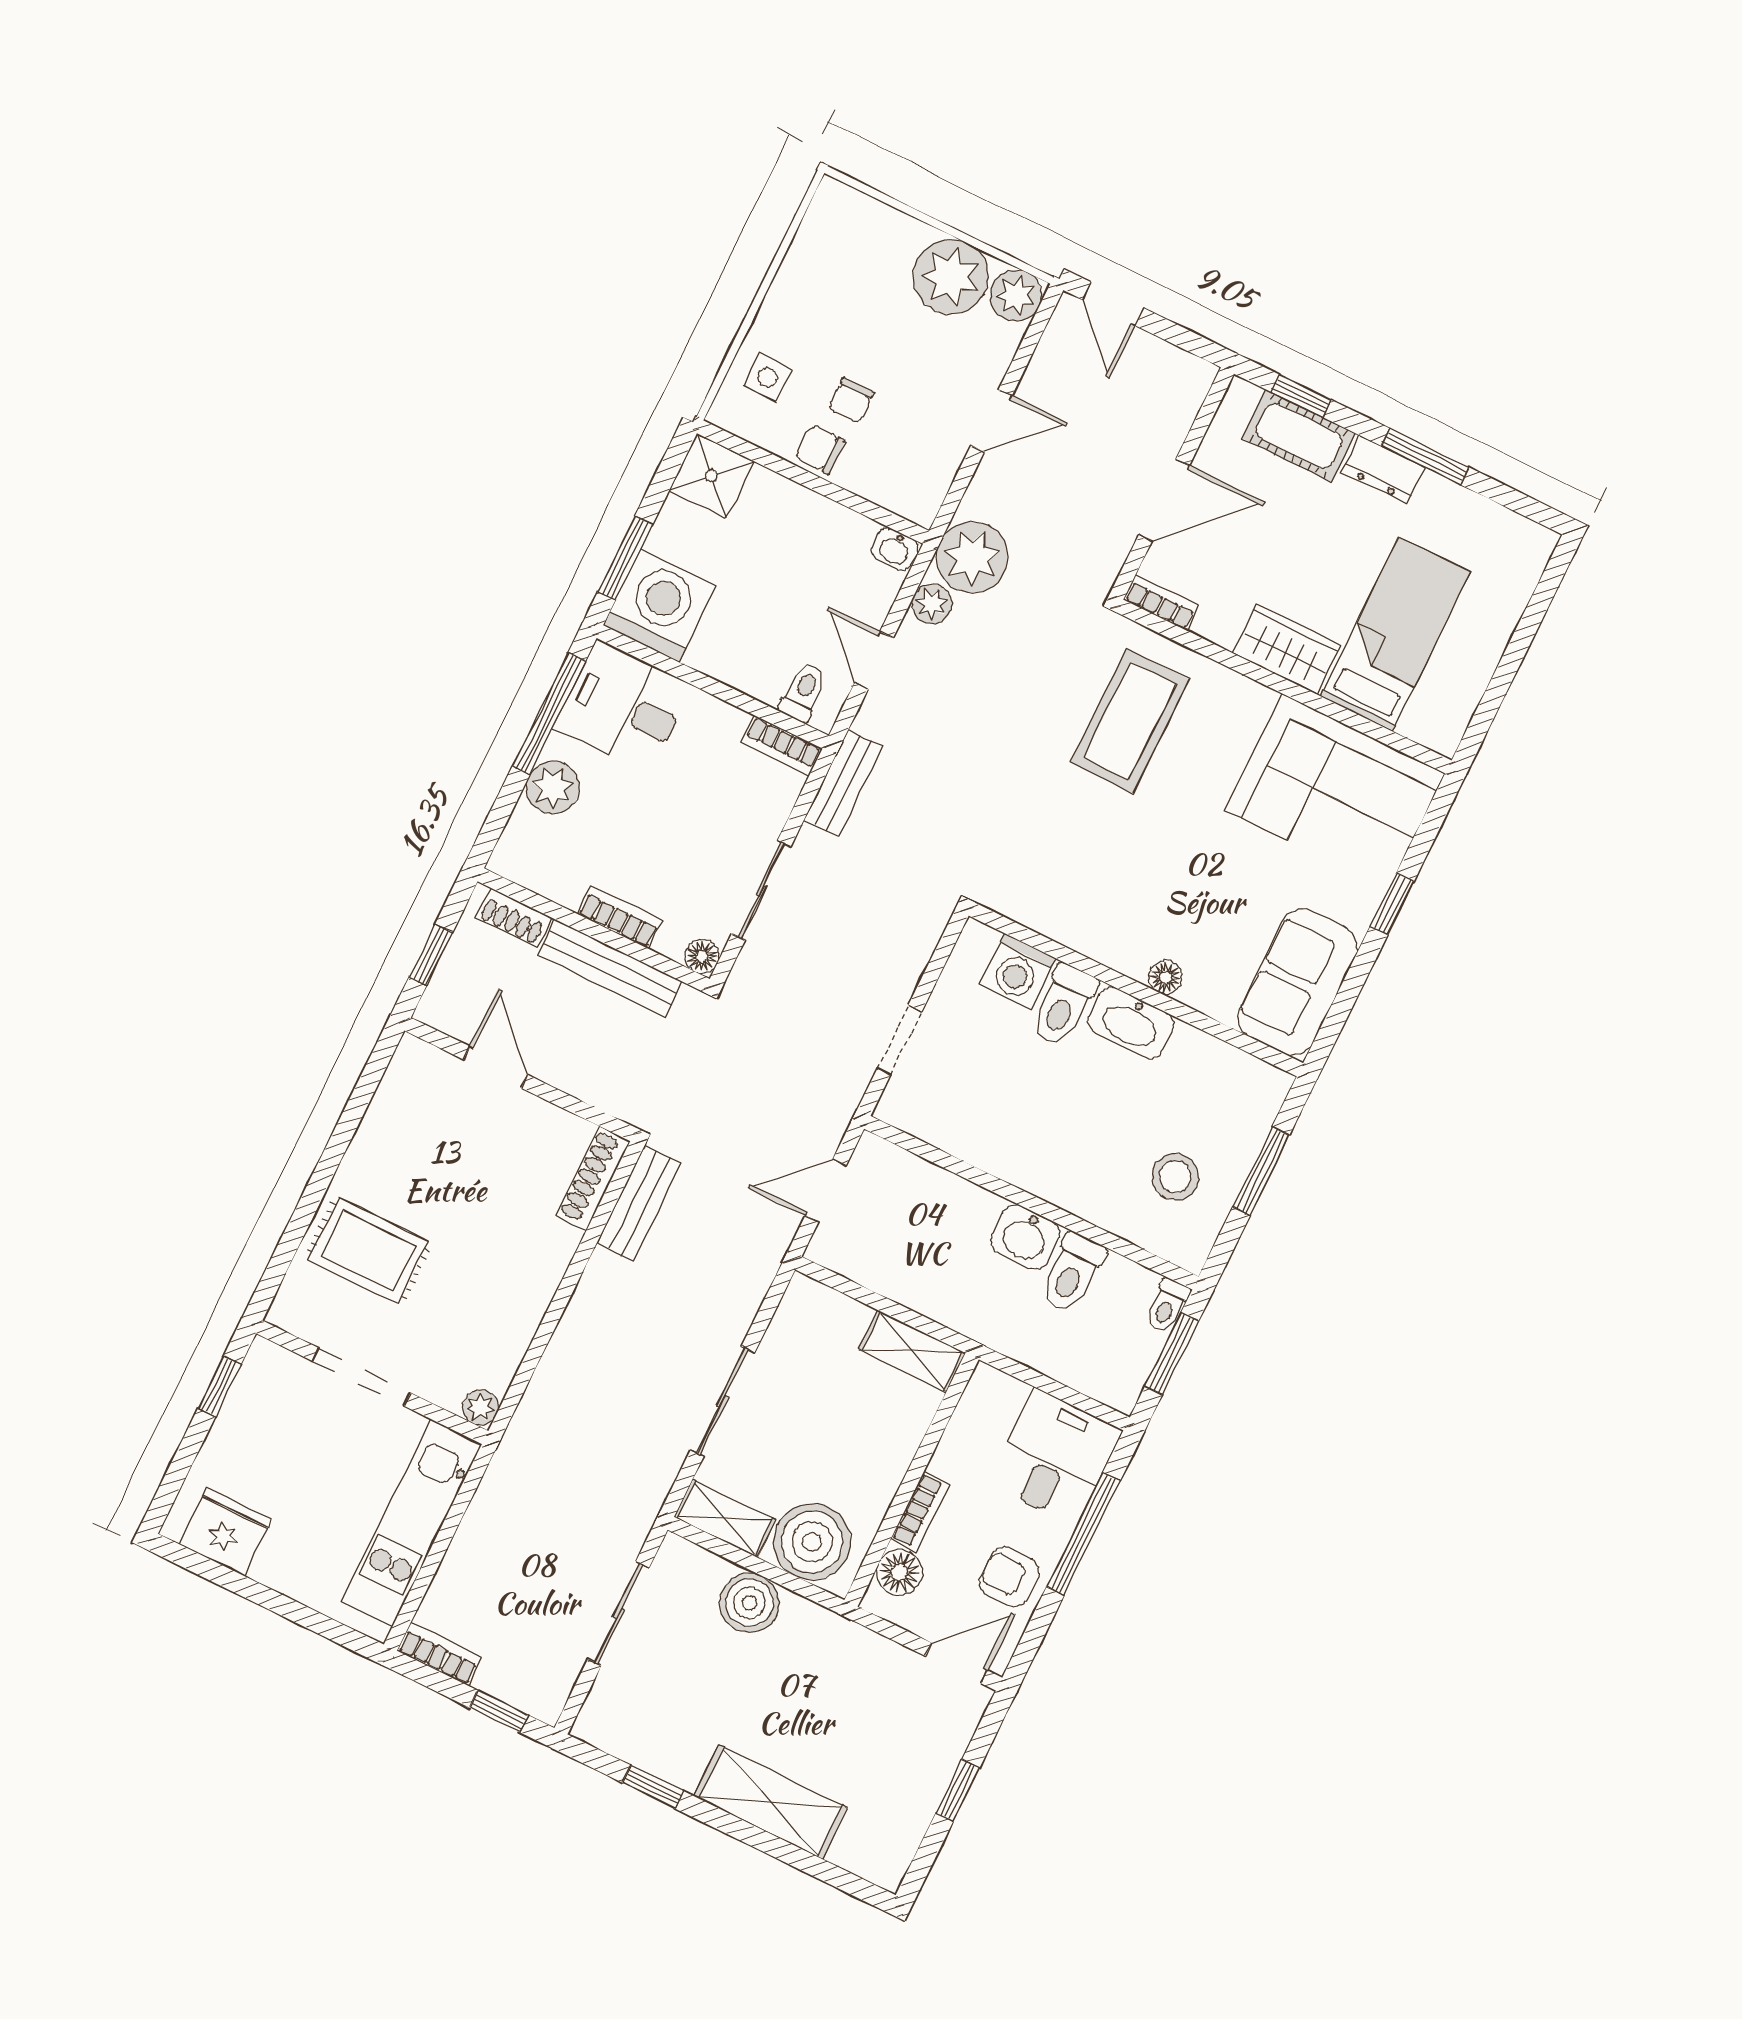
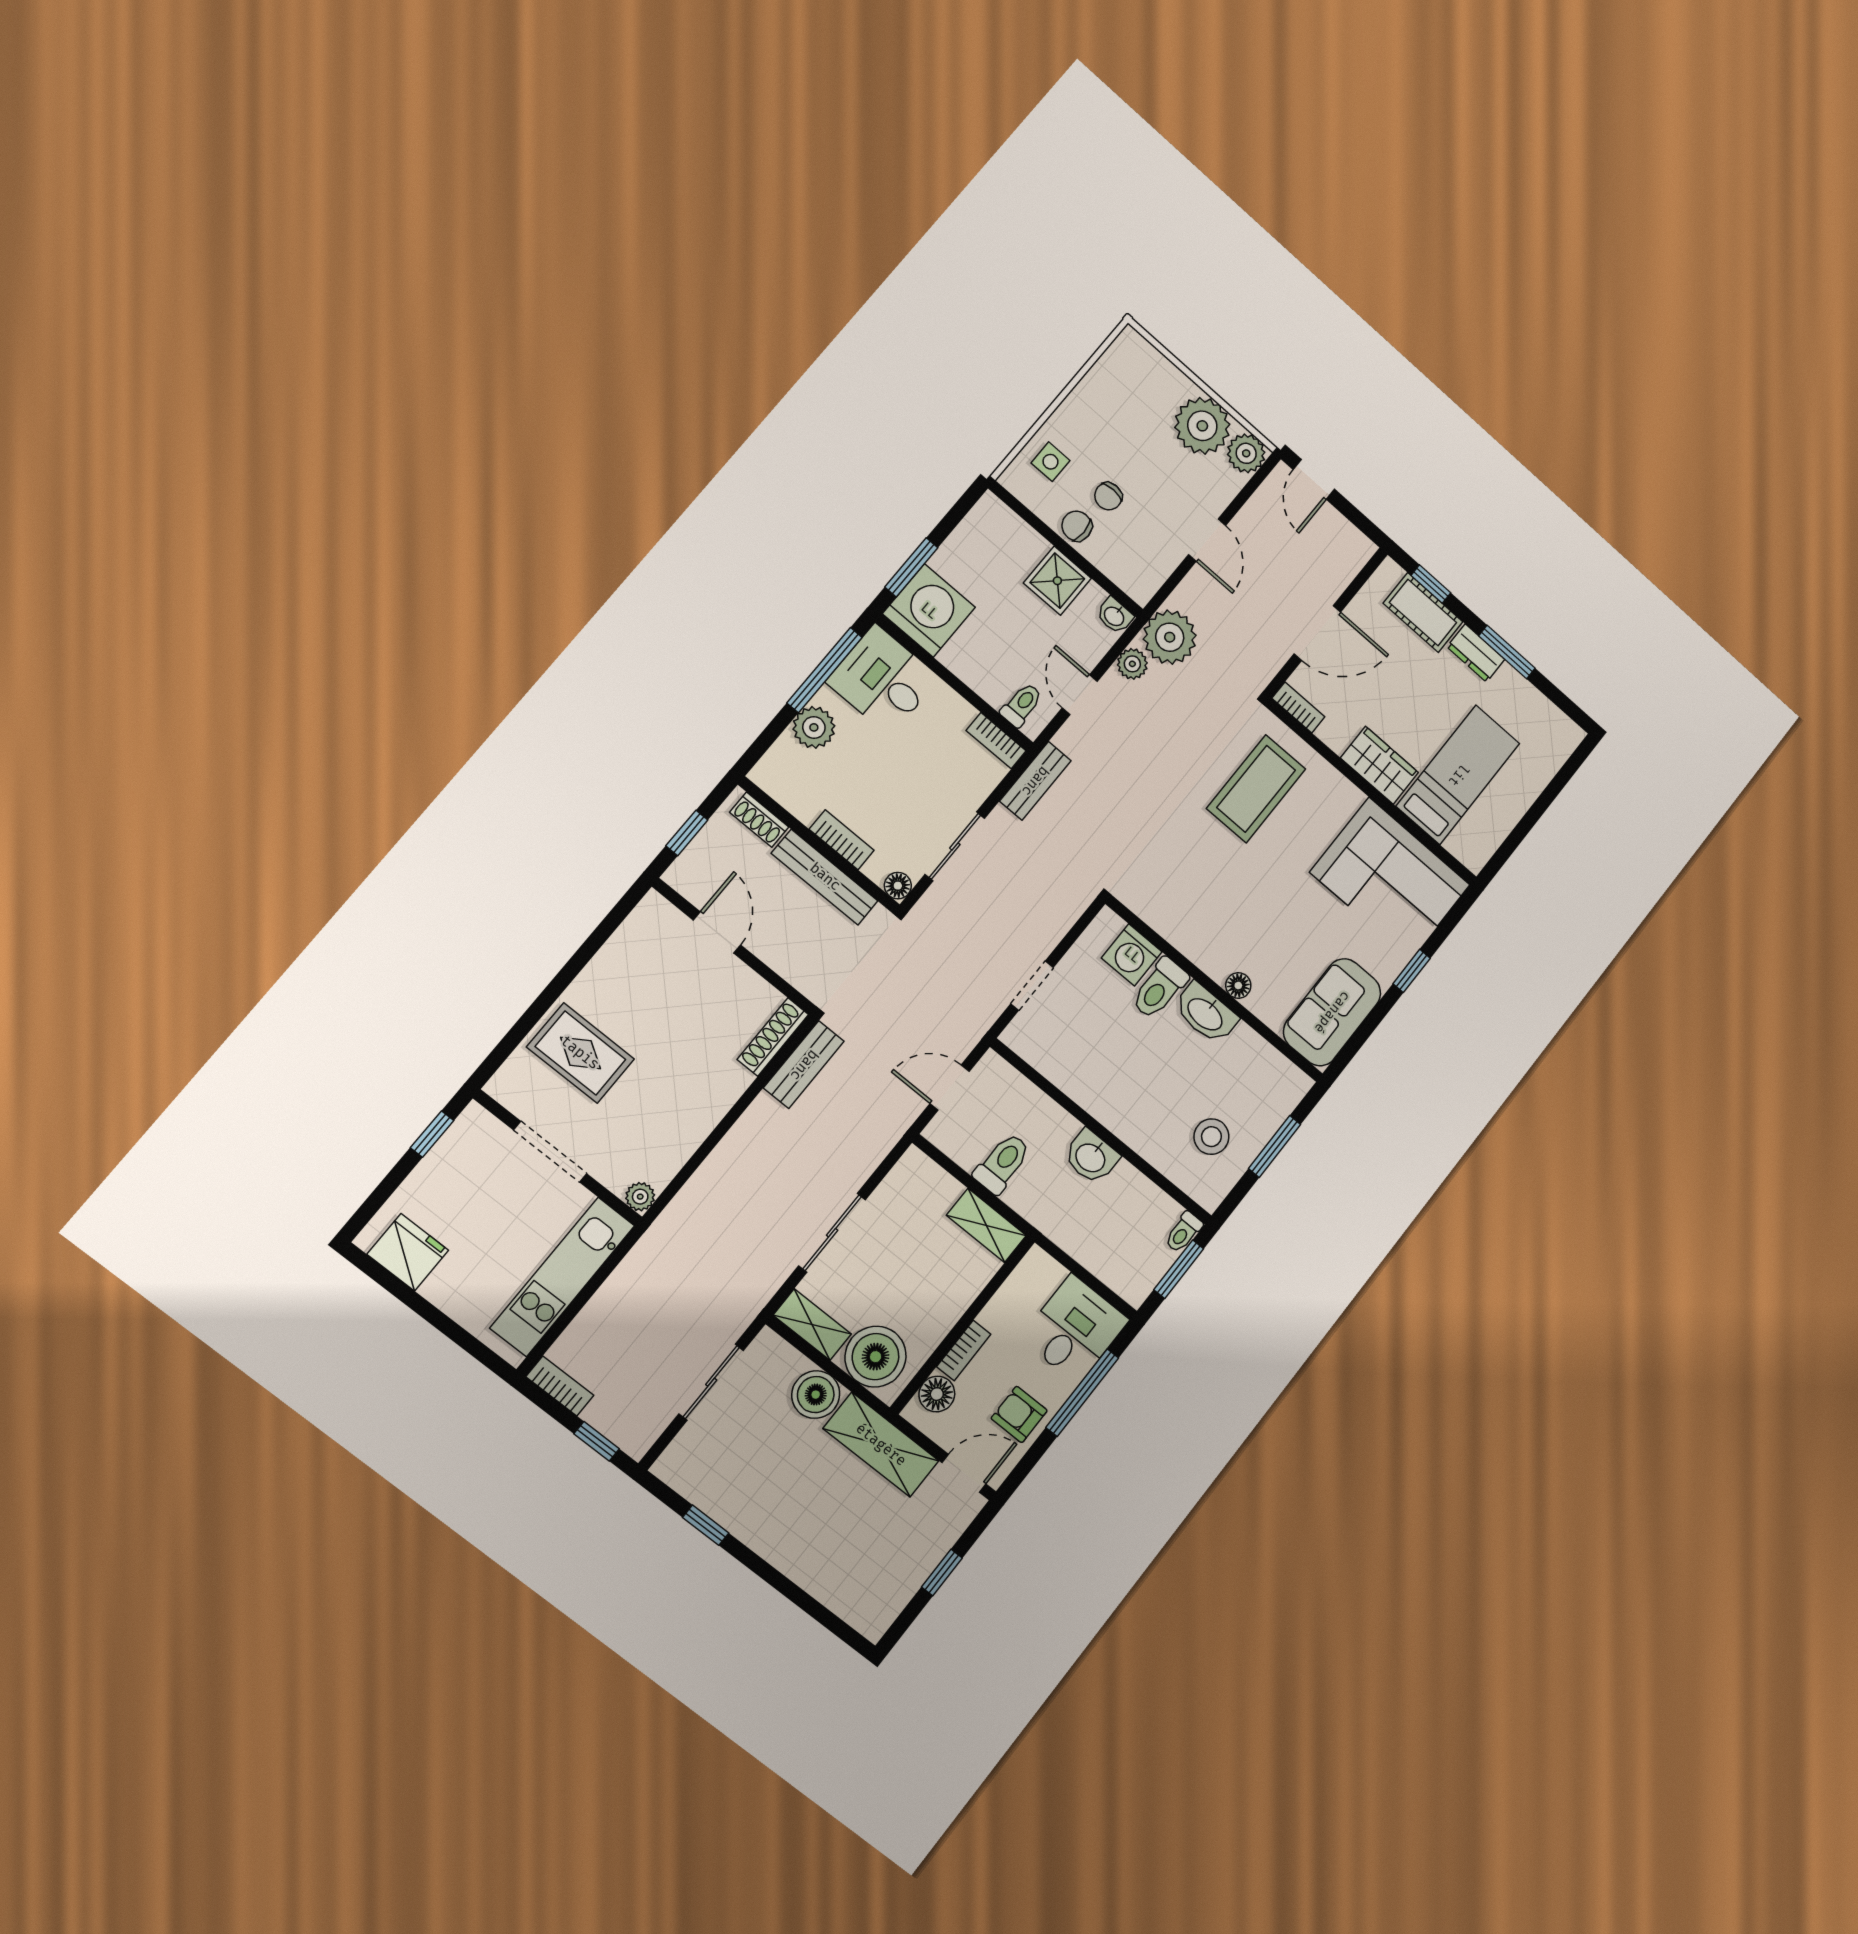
door: (991, 421) -> (1207, 540), hinge flipped
shower: (711, 476) -> (1057, 581), moved
toilet: (1072, 1273) -> (1002, 1163), moved, turned 180
shelving: (771, 1802) -> (881, 1445), moved

